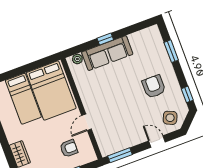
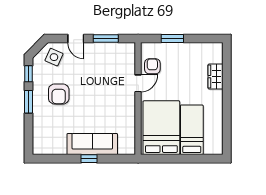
window: (171, 51) -> (28, 102), moved
plant: (77, 59) -> (124, 149), removed
armchair: (69, 148) -> (152, 66), moved, turned 90
window: (120, 155) -> (106, 39), moved

